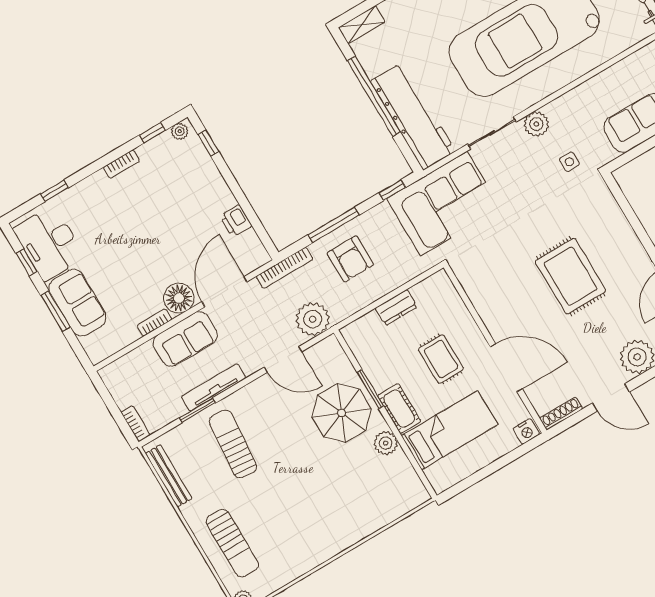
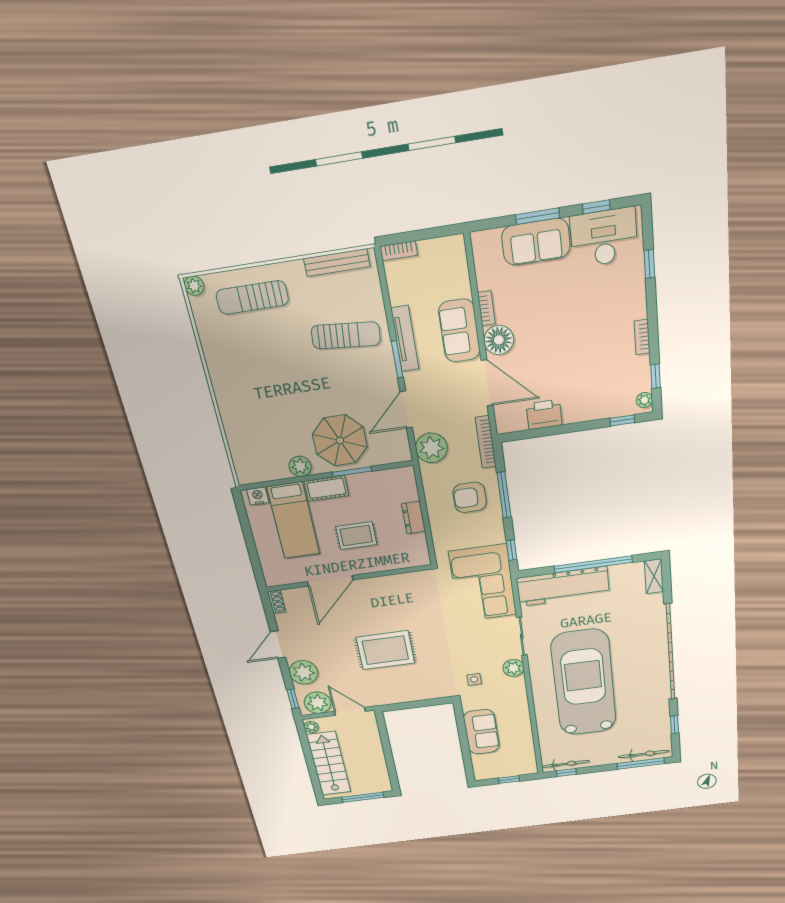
printer: (236, 221) -> (544, 415), width x1.36, depth x1.24
window: (197, 410) -> (397, 360), moved
shoe rack: (561, 413) -> (276, 602), width x0.70
nightstand: (526, 431) -> (258, 496), moved, turned 90

